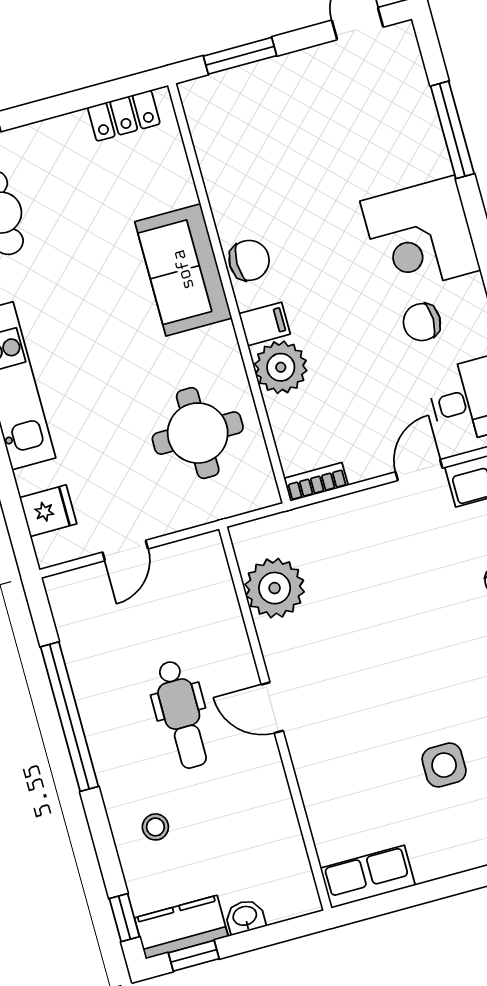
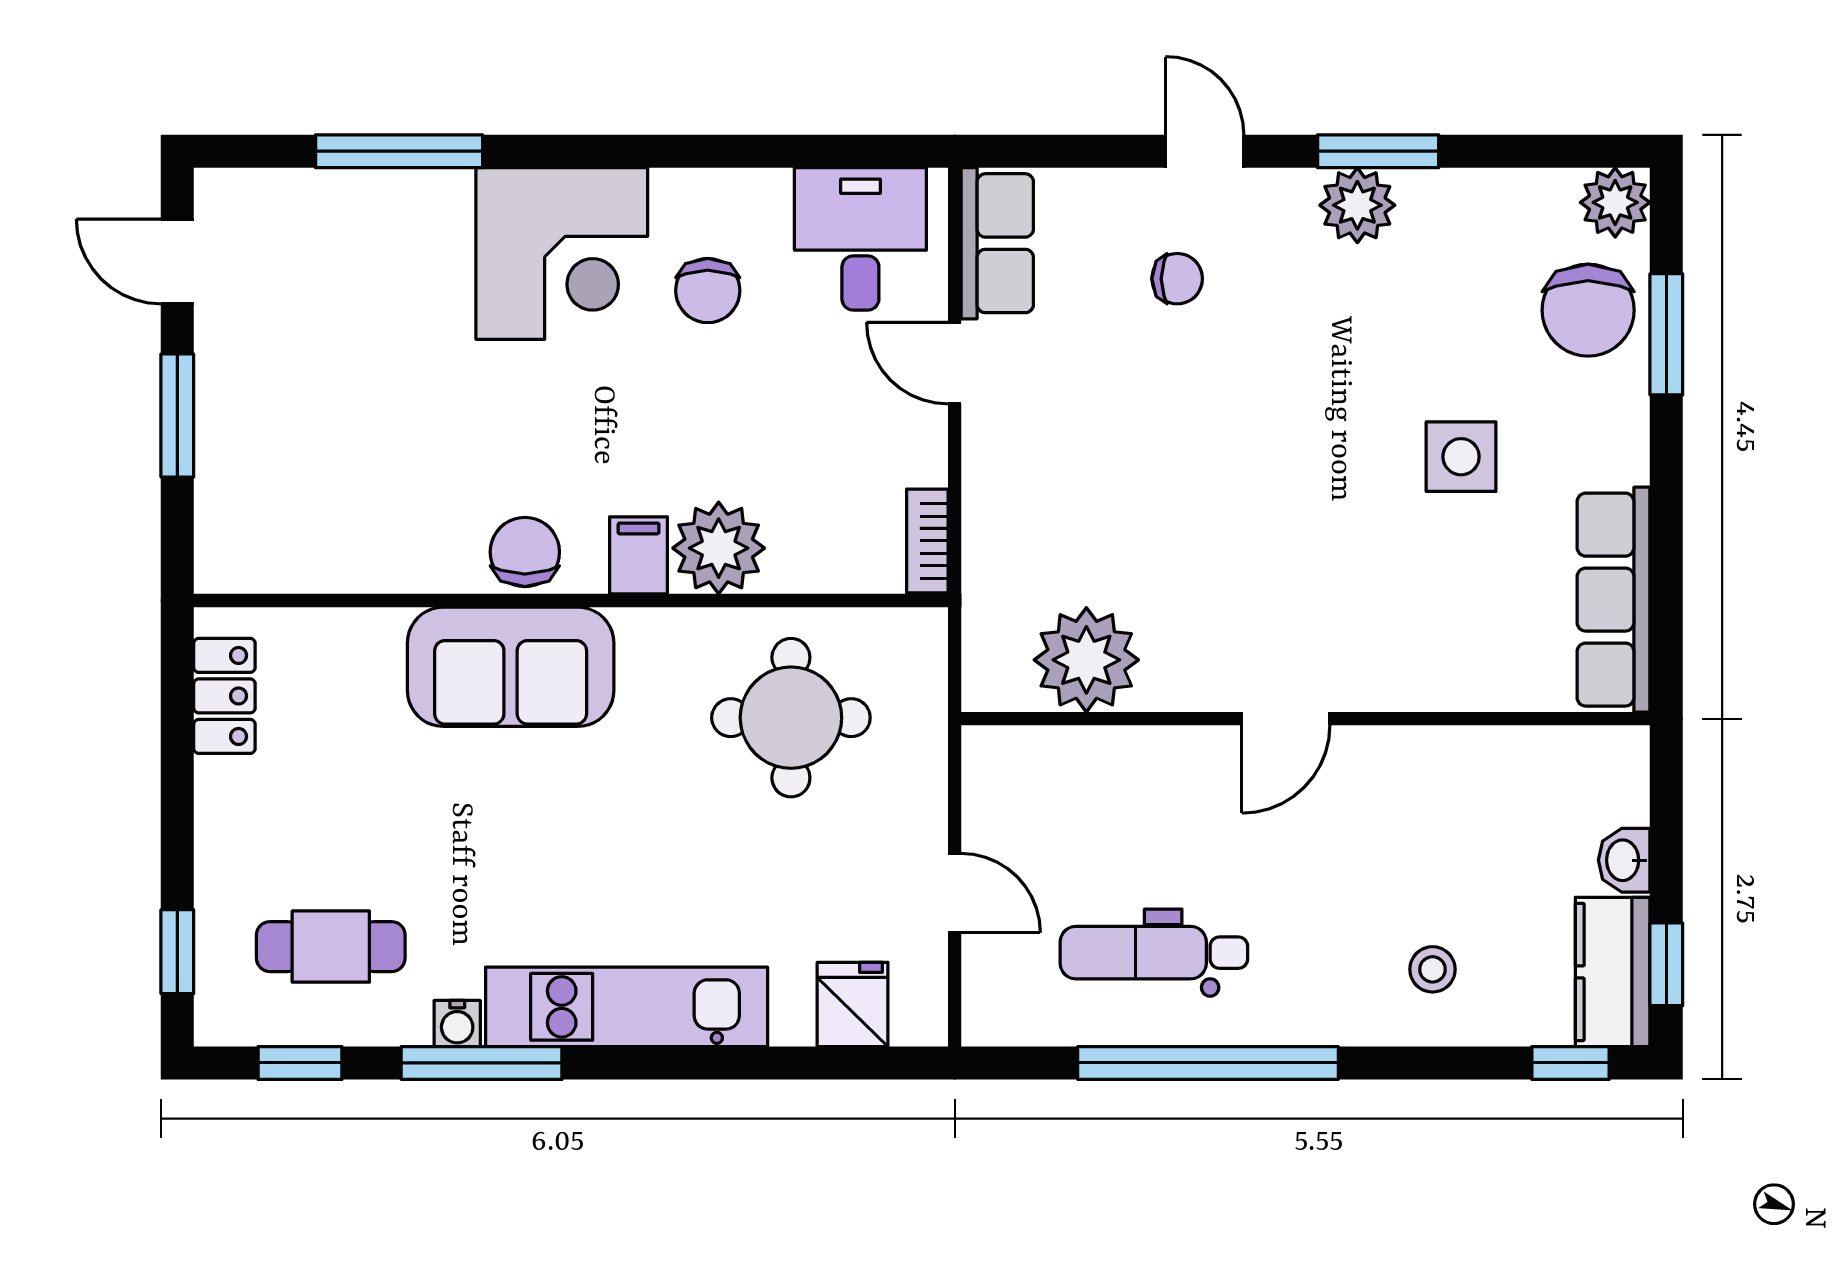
window: (240, 56) -> (177, 415), moved
dental chair: (182, 714) -> (1154, 953), moved, turned 180
row of seats: (368, 877) -> (1614, 600), width x1.48

